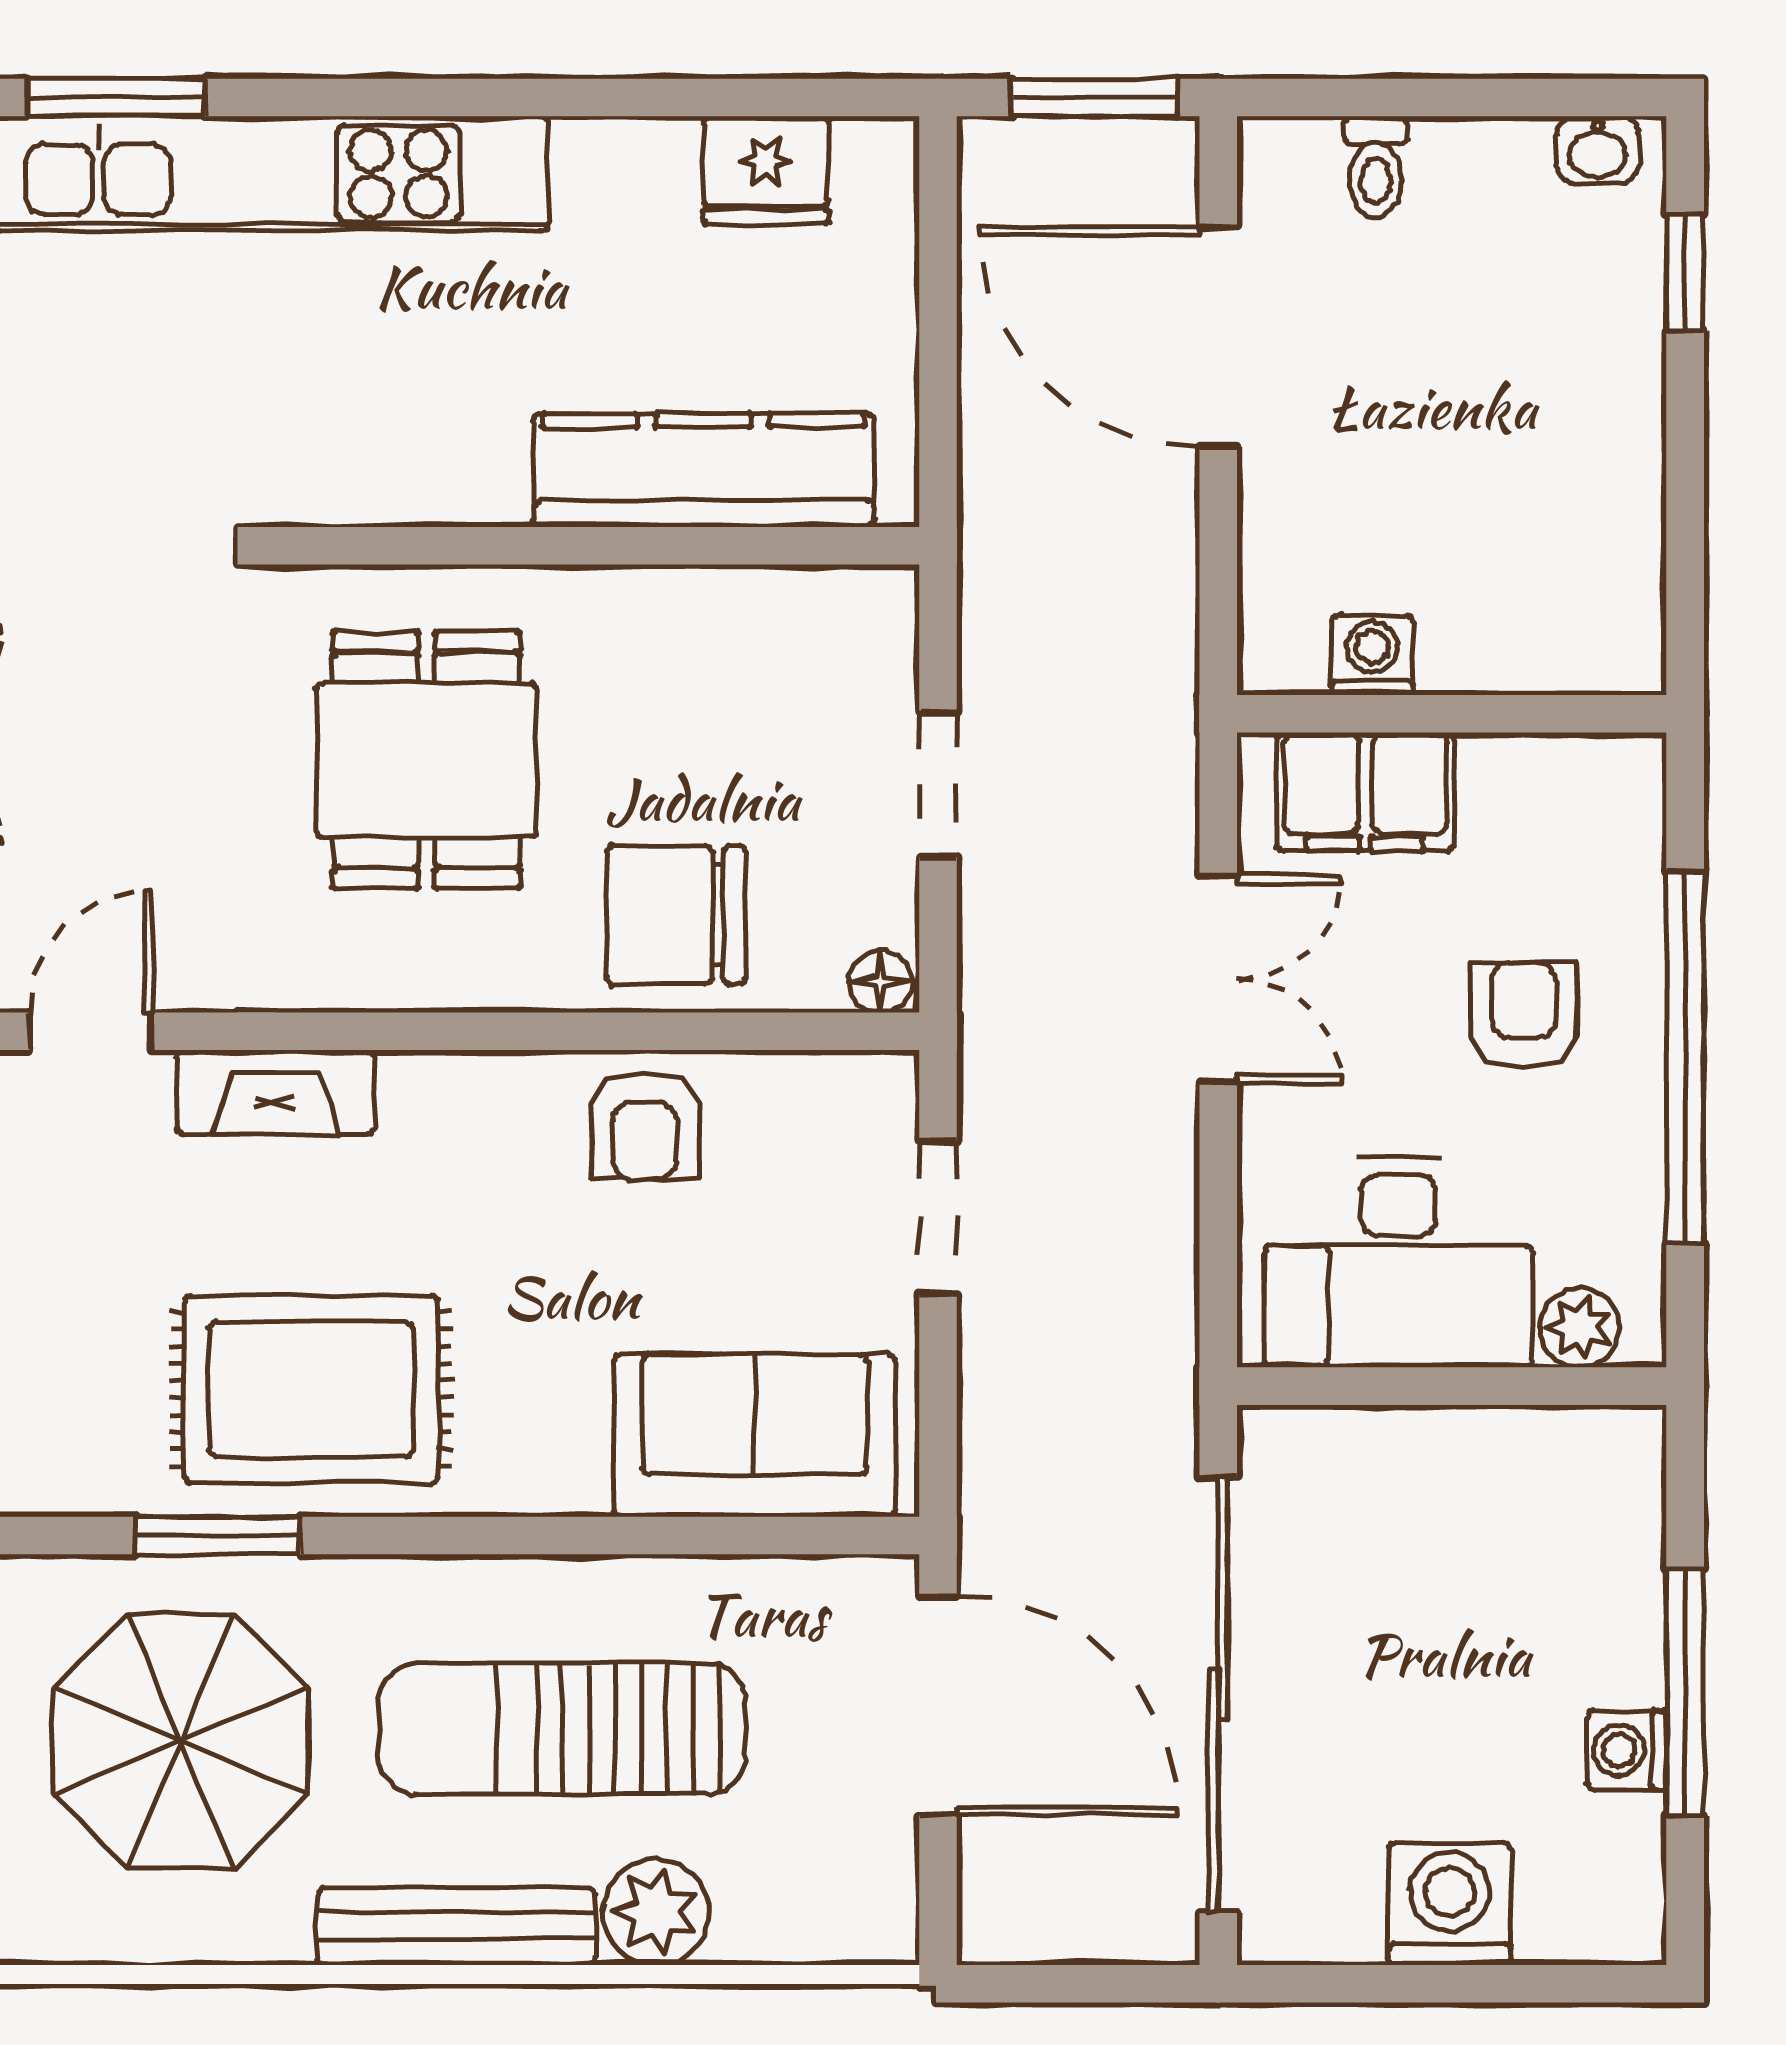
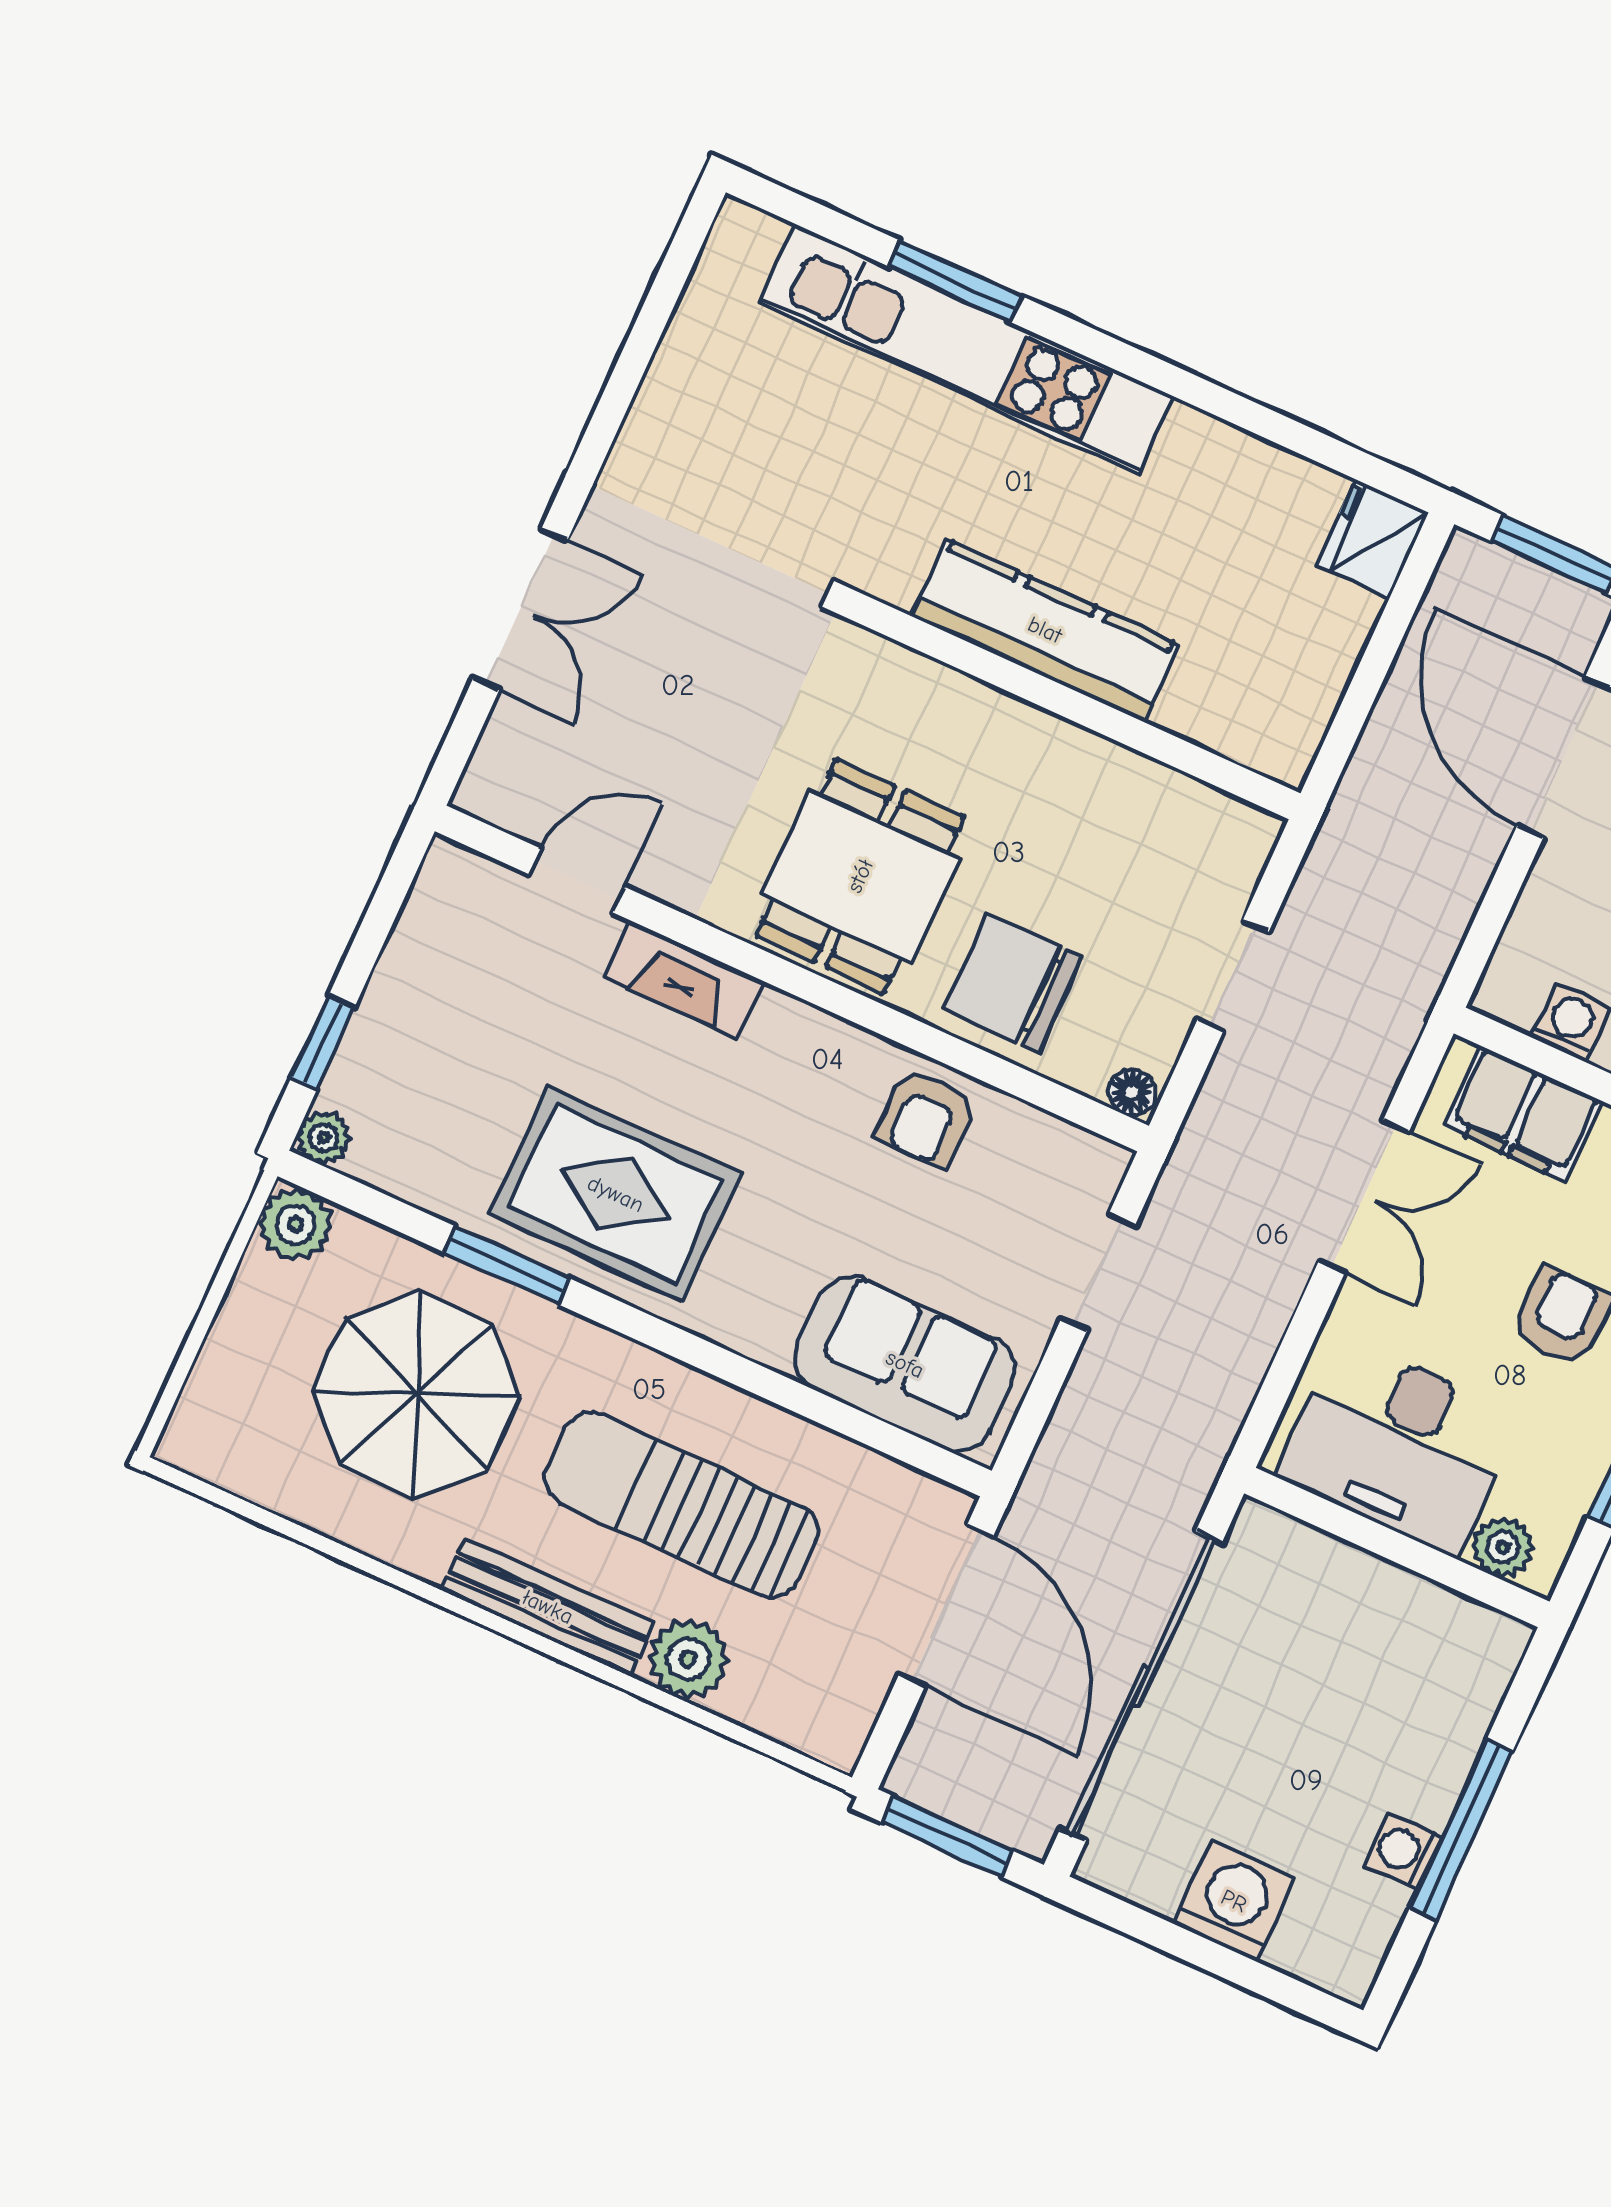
window: (116, 97) -> (955, 281), moved
fridge: (766, 170) -> (1372, 539), moved, turned 90
kitchen counter: (704, 470) -> (1045, 630), moved
dining table: (427, 760) -> (860, 876), moved
window: (1067, 1984) -> (948, 1837), added

